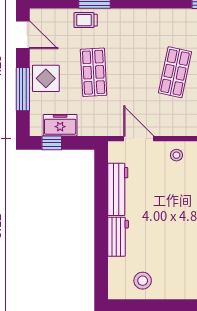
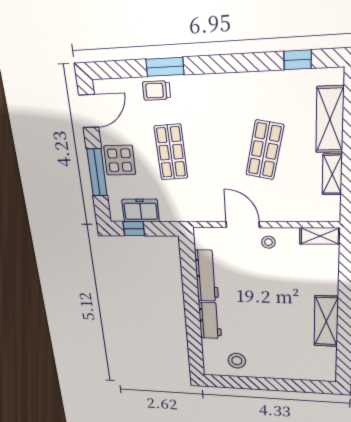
door: (23, 35) -> (89, 111), hinge flipped
door: (139, 139) -> (243, 225), moved

